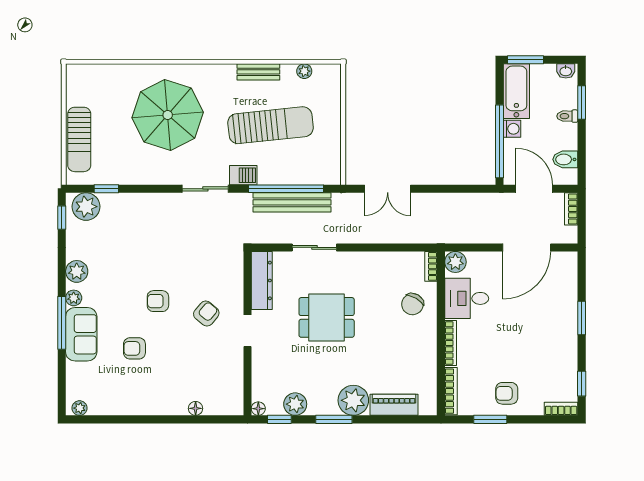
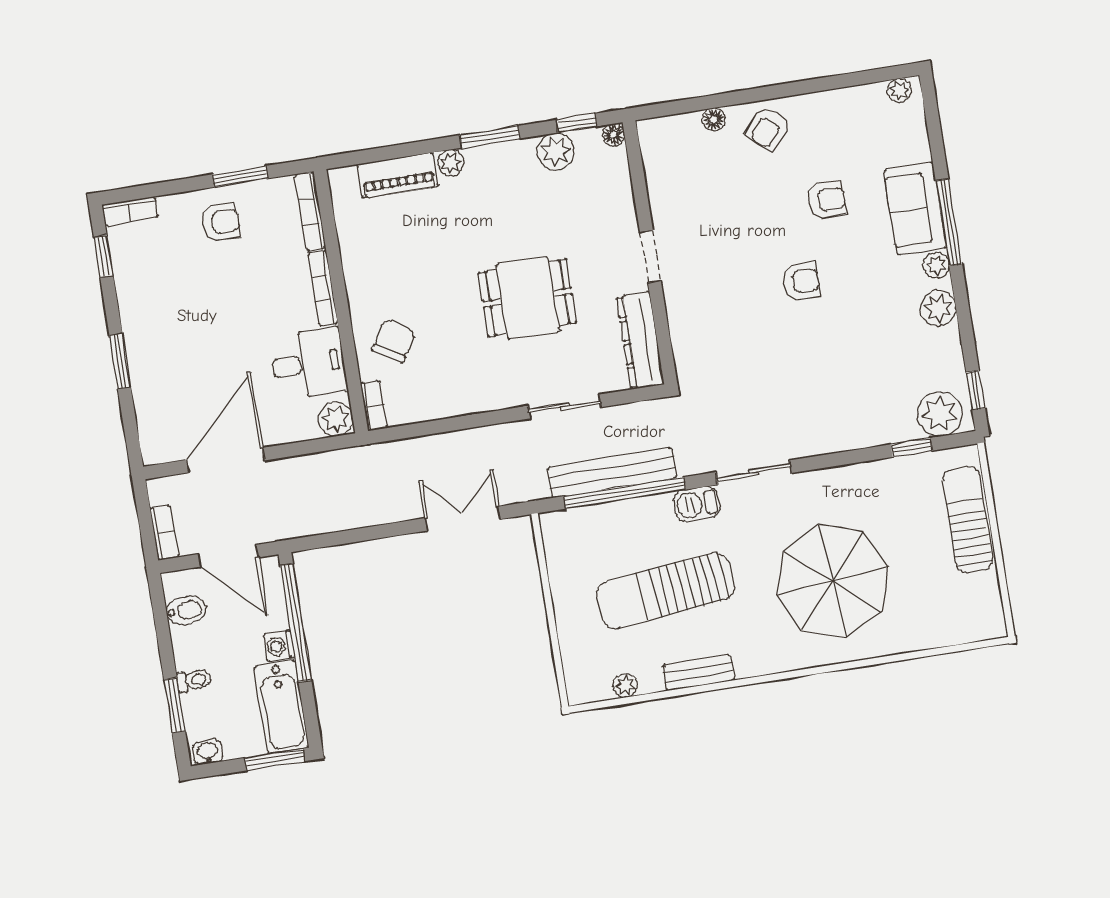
armchair: (206, 314) -> (768, 128), moved
plant: (353, 400) -> (451, 163), width x0.53, depth x0.53

